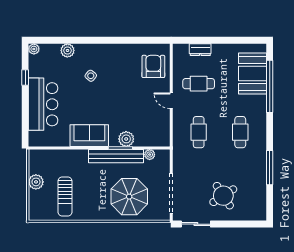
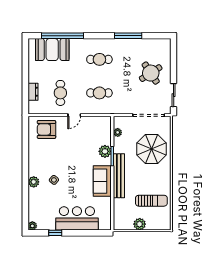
plant: (67, 50) -> (34, 182), moved
bench: (116, 156) -> (119, 176), moved

